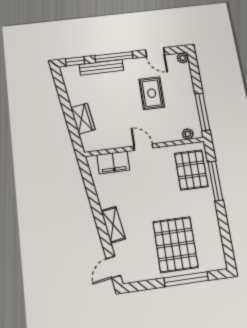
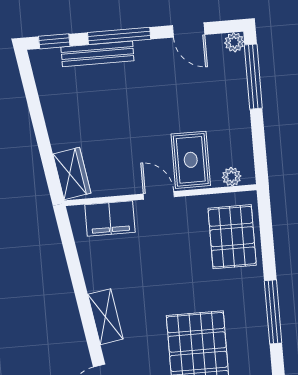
rug: (152, 93) -> (191, 160), moved
window: (202, 112) -> (253, 77), moved
wardrobe: (83, 119) -> (72, 174), moved
window: (215, 181) -> (273, 312), moved

